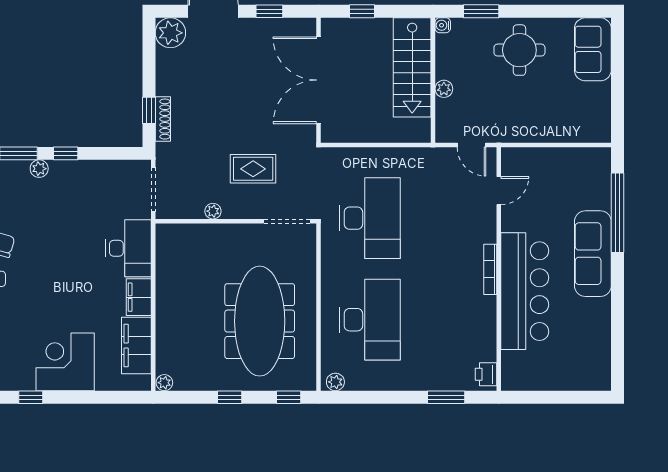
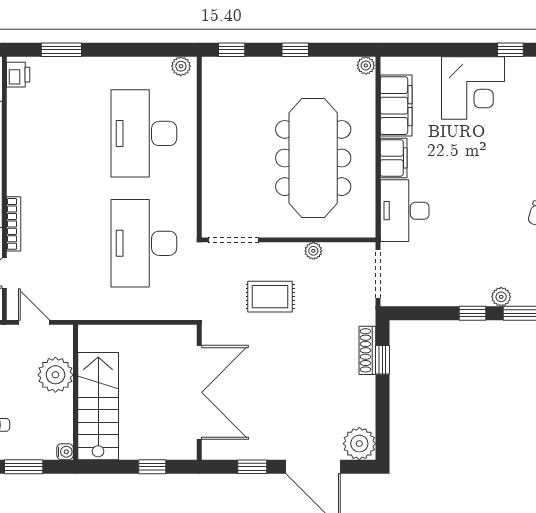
plant: (444, 89) -> (55, 375), width x1.88, depth x1.88
bookcase: (490, 269) -> (14, 224), moved
meeting table: (260, 321) -> (313, 158), moved

